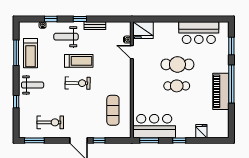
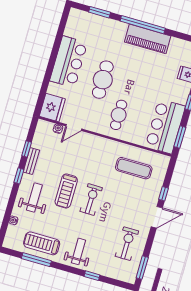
window: (51, 19) -> (27, 149), moved
bar counter: (199, 33) -> (69, 62), moved
weight bench: (66, 37) -> (34, 198), turned 180
treadmill: (31, 53) -> (42, 243), turned 180
treadmill: (79, 61) -> (66, 191), turned 180
cafe table: (177, 86) -> (119, 115), moved

